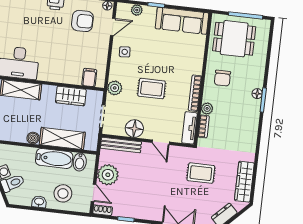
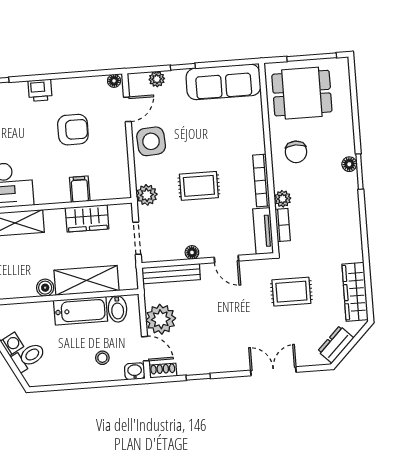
armchair: (82, 21) -> (73, 130), moved
side table: (125, 52) -> (151, 141), width x1.87, depth x1.87
filing cabinet: (89, 77) -> (80, 189), moved
floor lamp: (134, 129) -> (192, 252), width x0.53, depth x0.53
stool: (63, 193) -> (102, 358), width x0.53, depth x0.53
washbasin: (39, 202) -> (135, 371), moved

